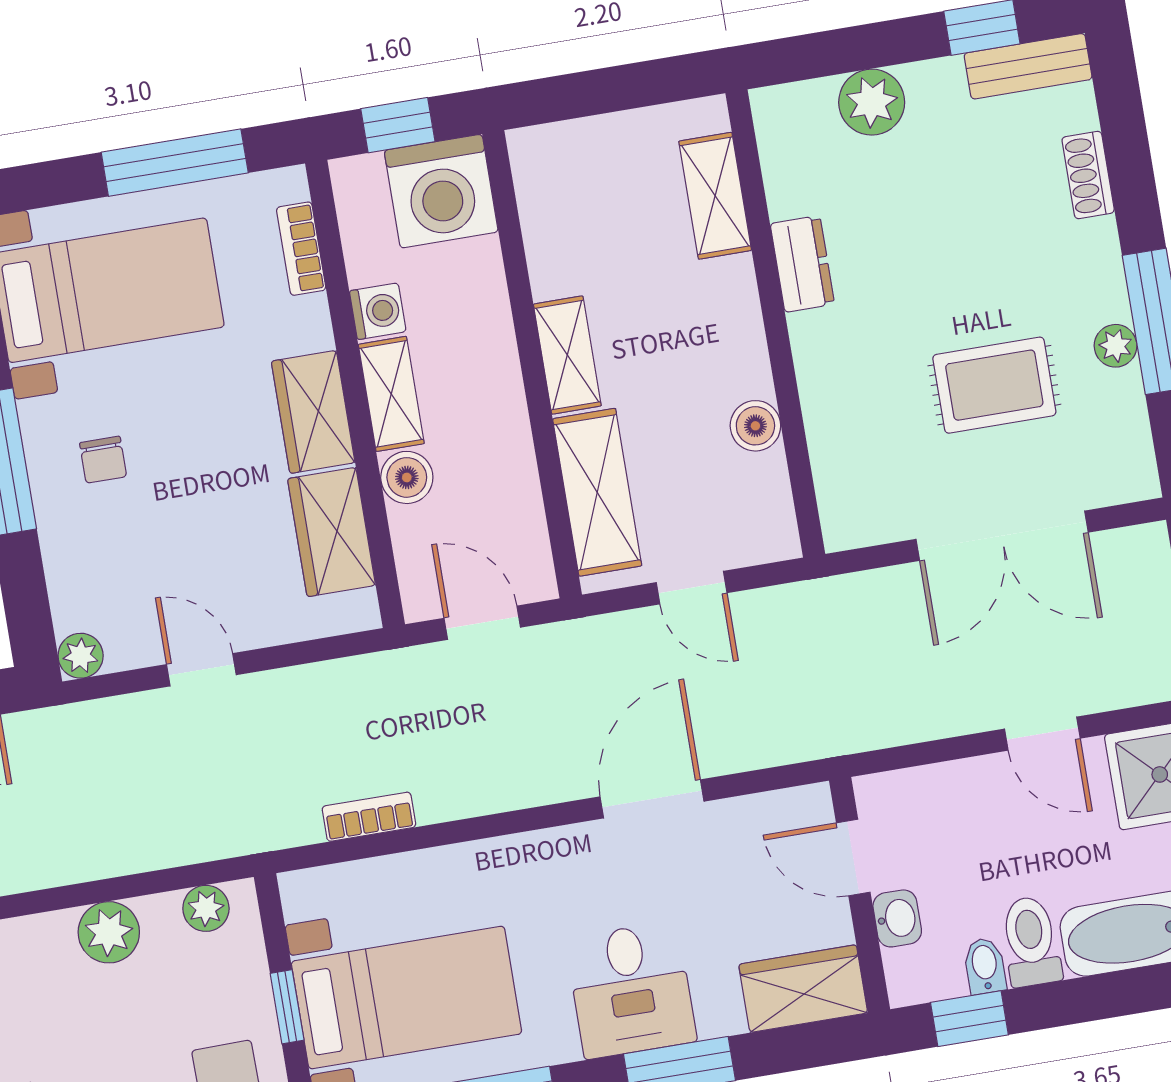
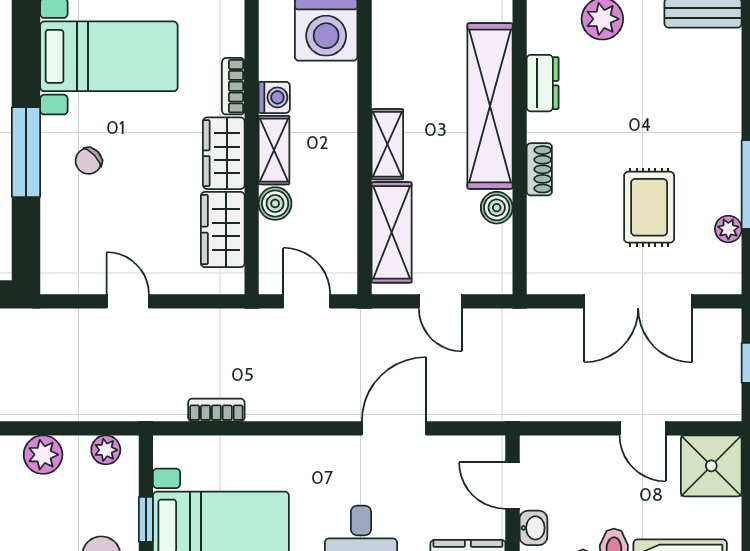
shoe rack: (1088, 175) -> (539, 169), moved, turned 180
shelving: (715, 196) -> (490, 106), width x2.20, depth x1.33
bookcase: (301, 249) -> (233, 86), moved
dresser: (802, 264) -> (543, 83), moved
plant: (1116, 346) -> (728, 229), moved
rug: (994, 385) -> (649, 207), turned 90
chair: (103, 460) -> (89, 161), turned 47
plant: (81, 656) -> (54, 280), removed

